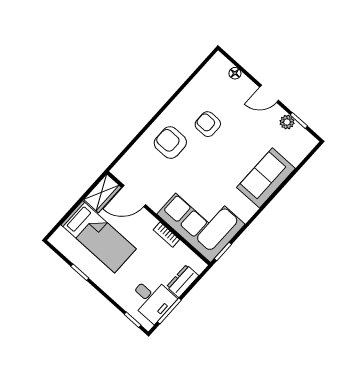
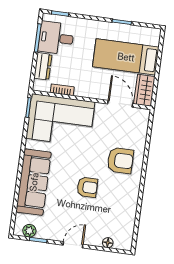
plant: (287, 122) -> (29, 231), moved
armchair: (208, 124) -> (87, 187), moved
sofa: (266, 178) -> (34, 182), width x1.36
door: (134, 196) -> (120, 104), hinge flipped
bookcase: (166, 235) -> (62, 90), moved

